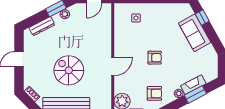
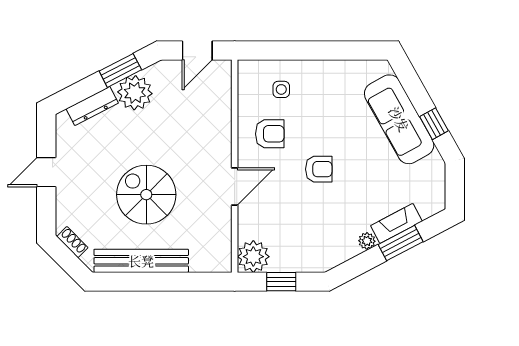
plant: (65, 14) -> (135, 93), width x1.88, depth x1.88
window: (202, 18) -> (434, 124), moved
sofa: (195, 33) -> (399, 119), width x1.36
armchair: (154, 93) -> (270, 134), moved

